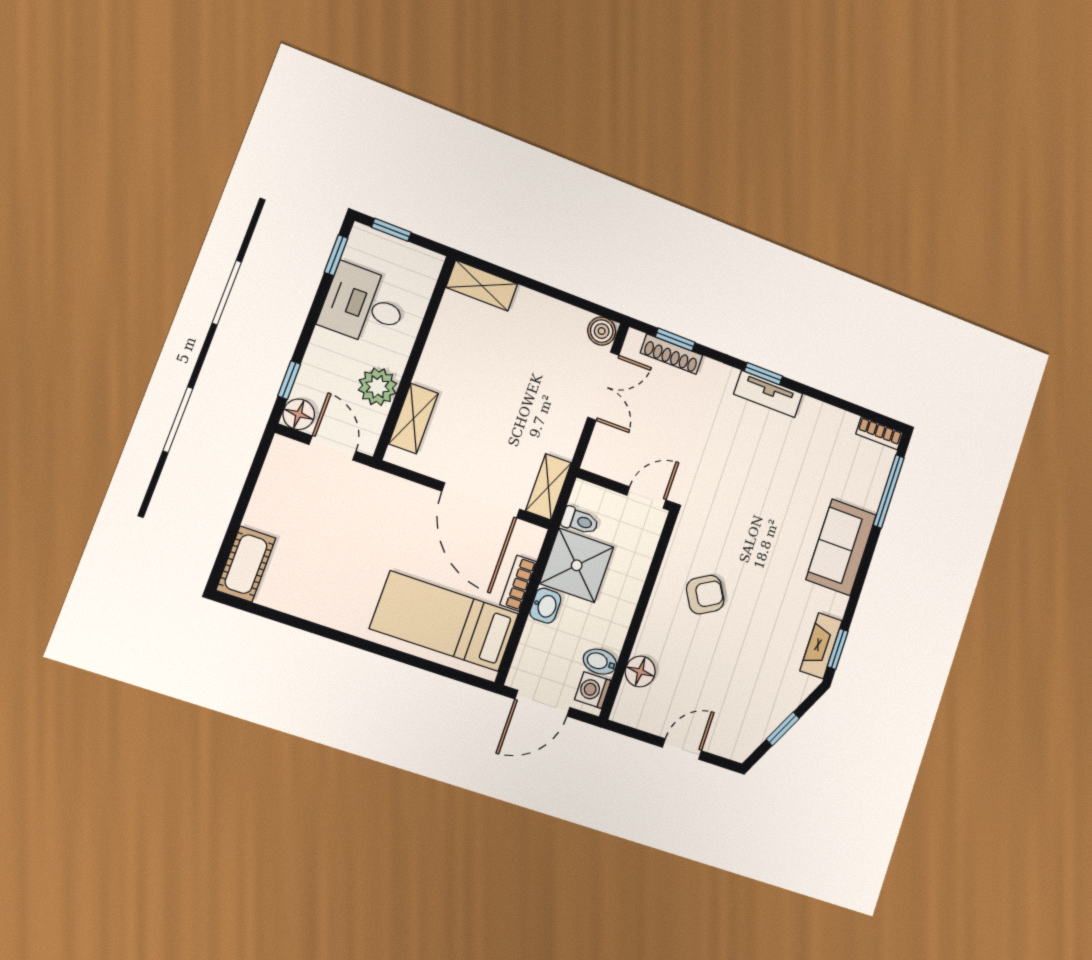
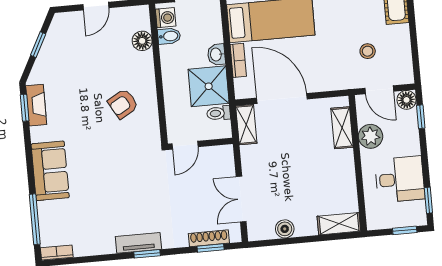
boiler: (602, 331) -> (285, 229), moved
stool: (323, 512) -> (368, 51), added

